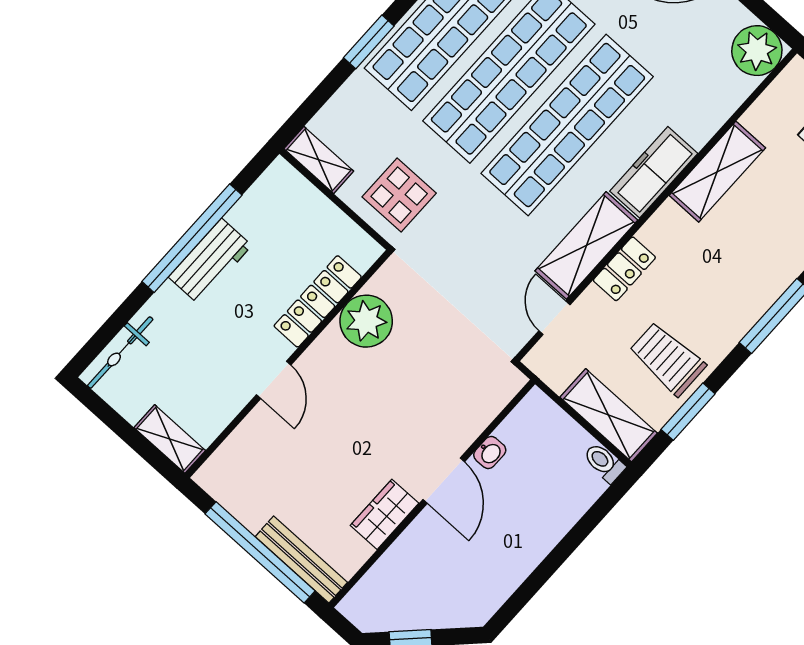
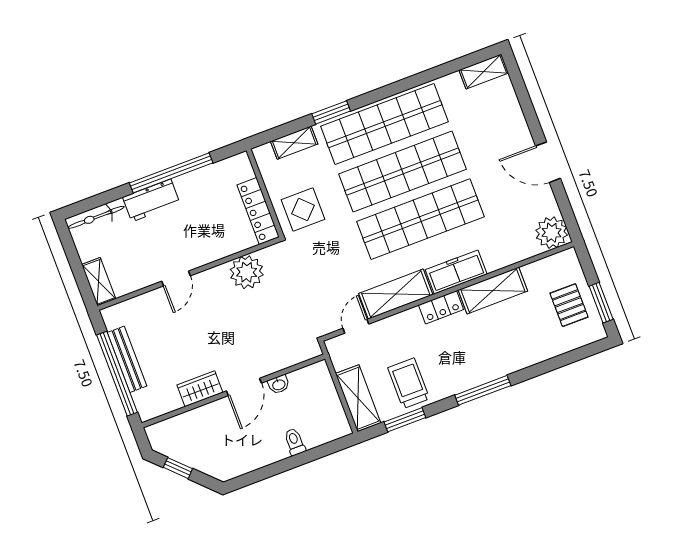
shelving: (319, 160) -> (294, 143), moved, turned 90
workbench: (210, 261) -> (151, 200), moved
locker: (624, 269) -> (441, 307), moved
locker: (318, 301) -> (258, 211), moved, turned -90
toilet: (604, 463) -> (295, 442), moved
bench: (301, 560) -> (127, 359), moved

